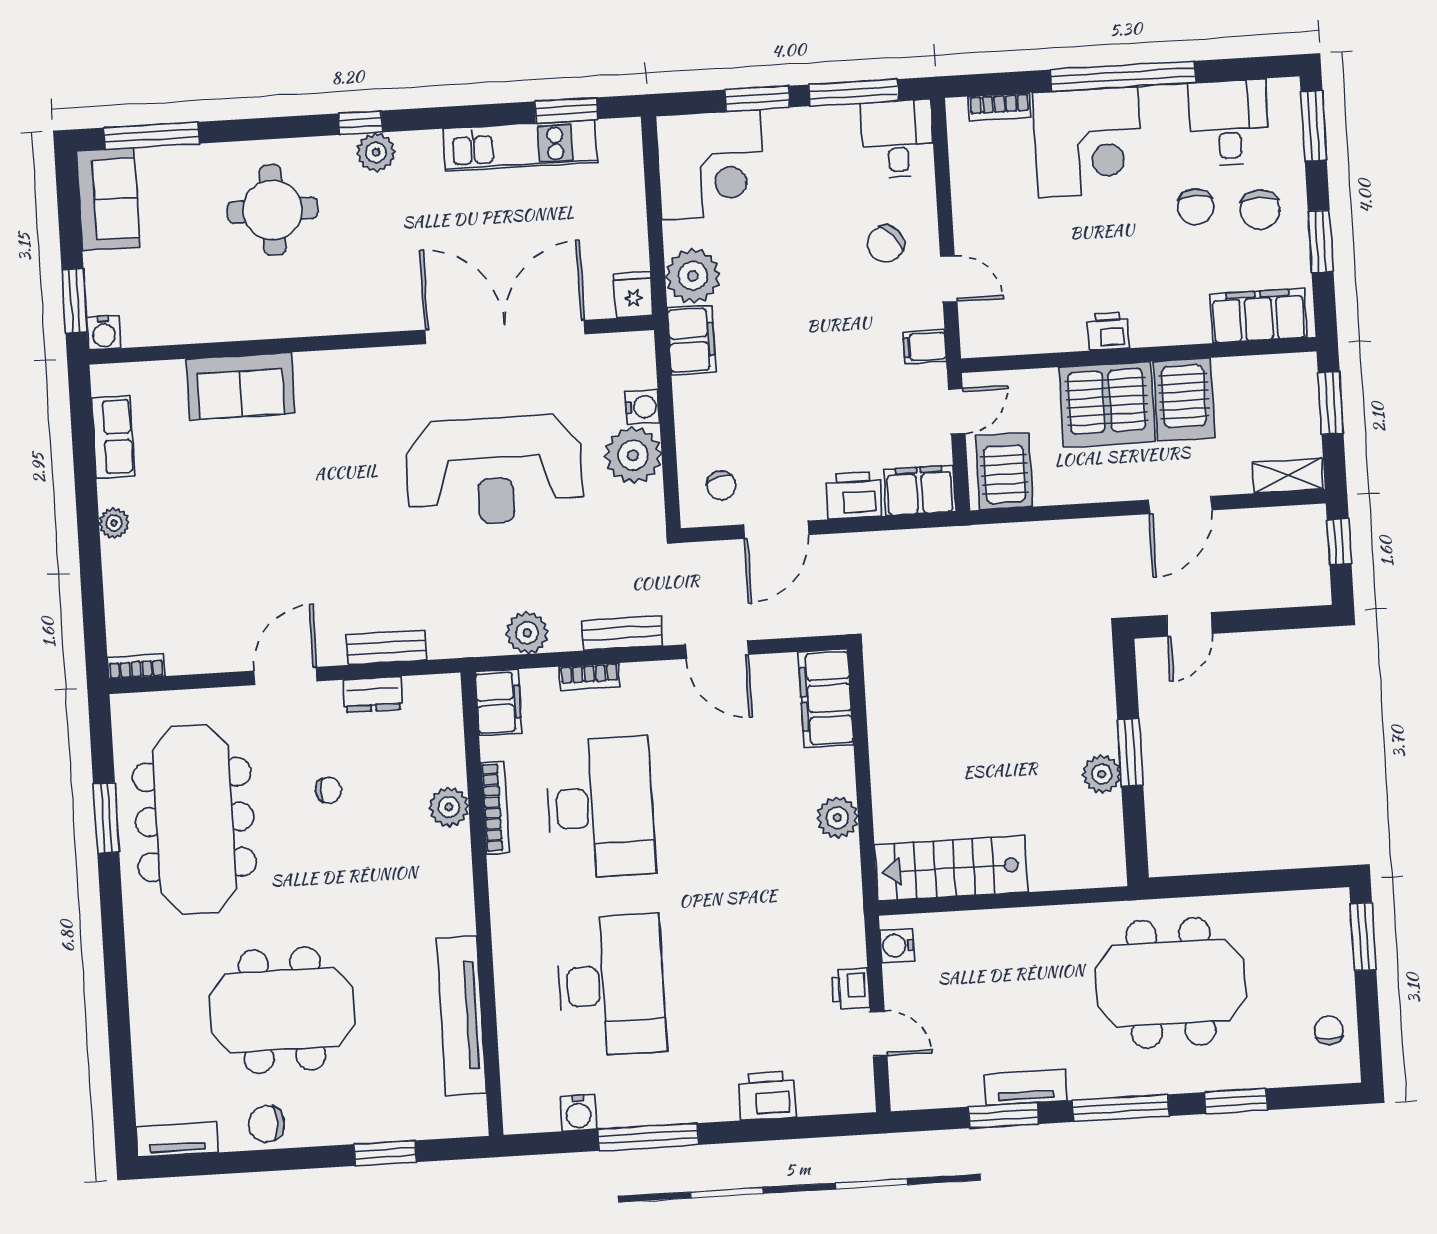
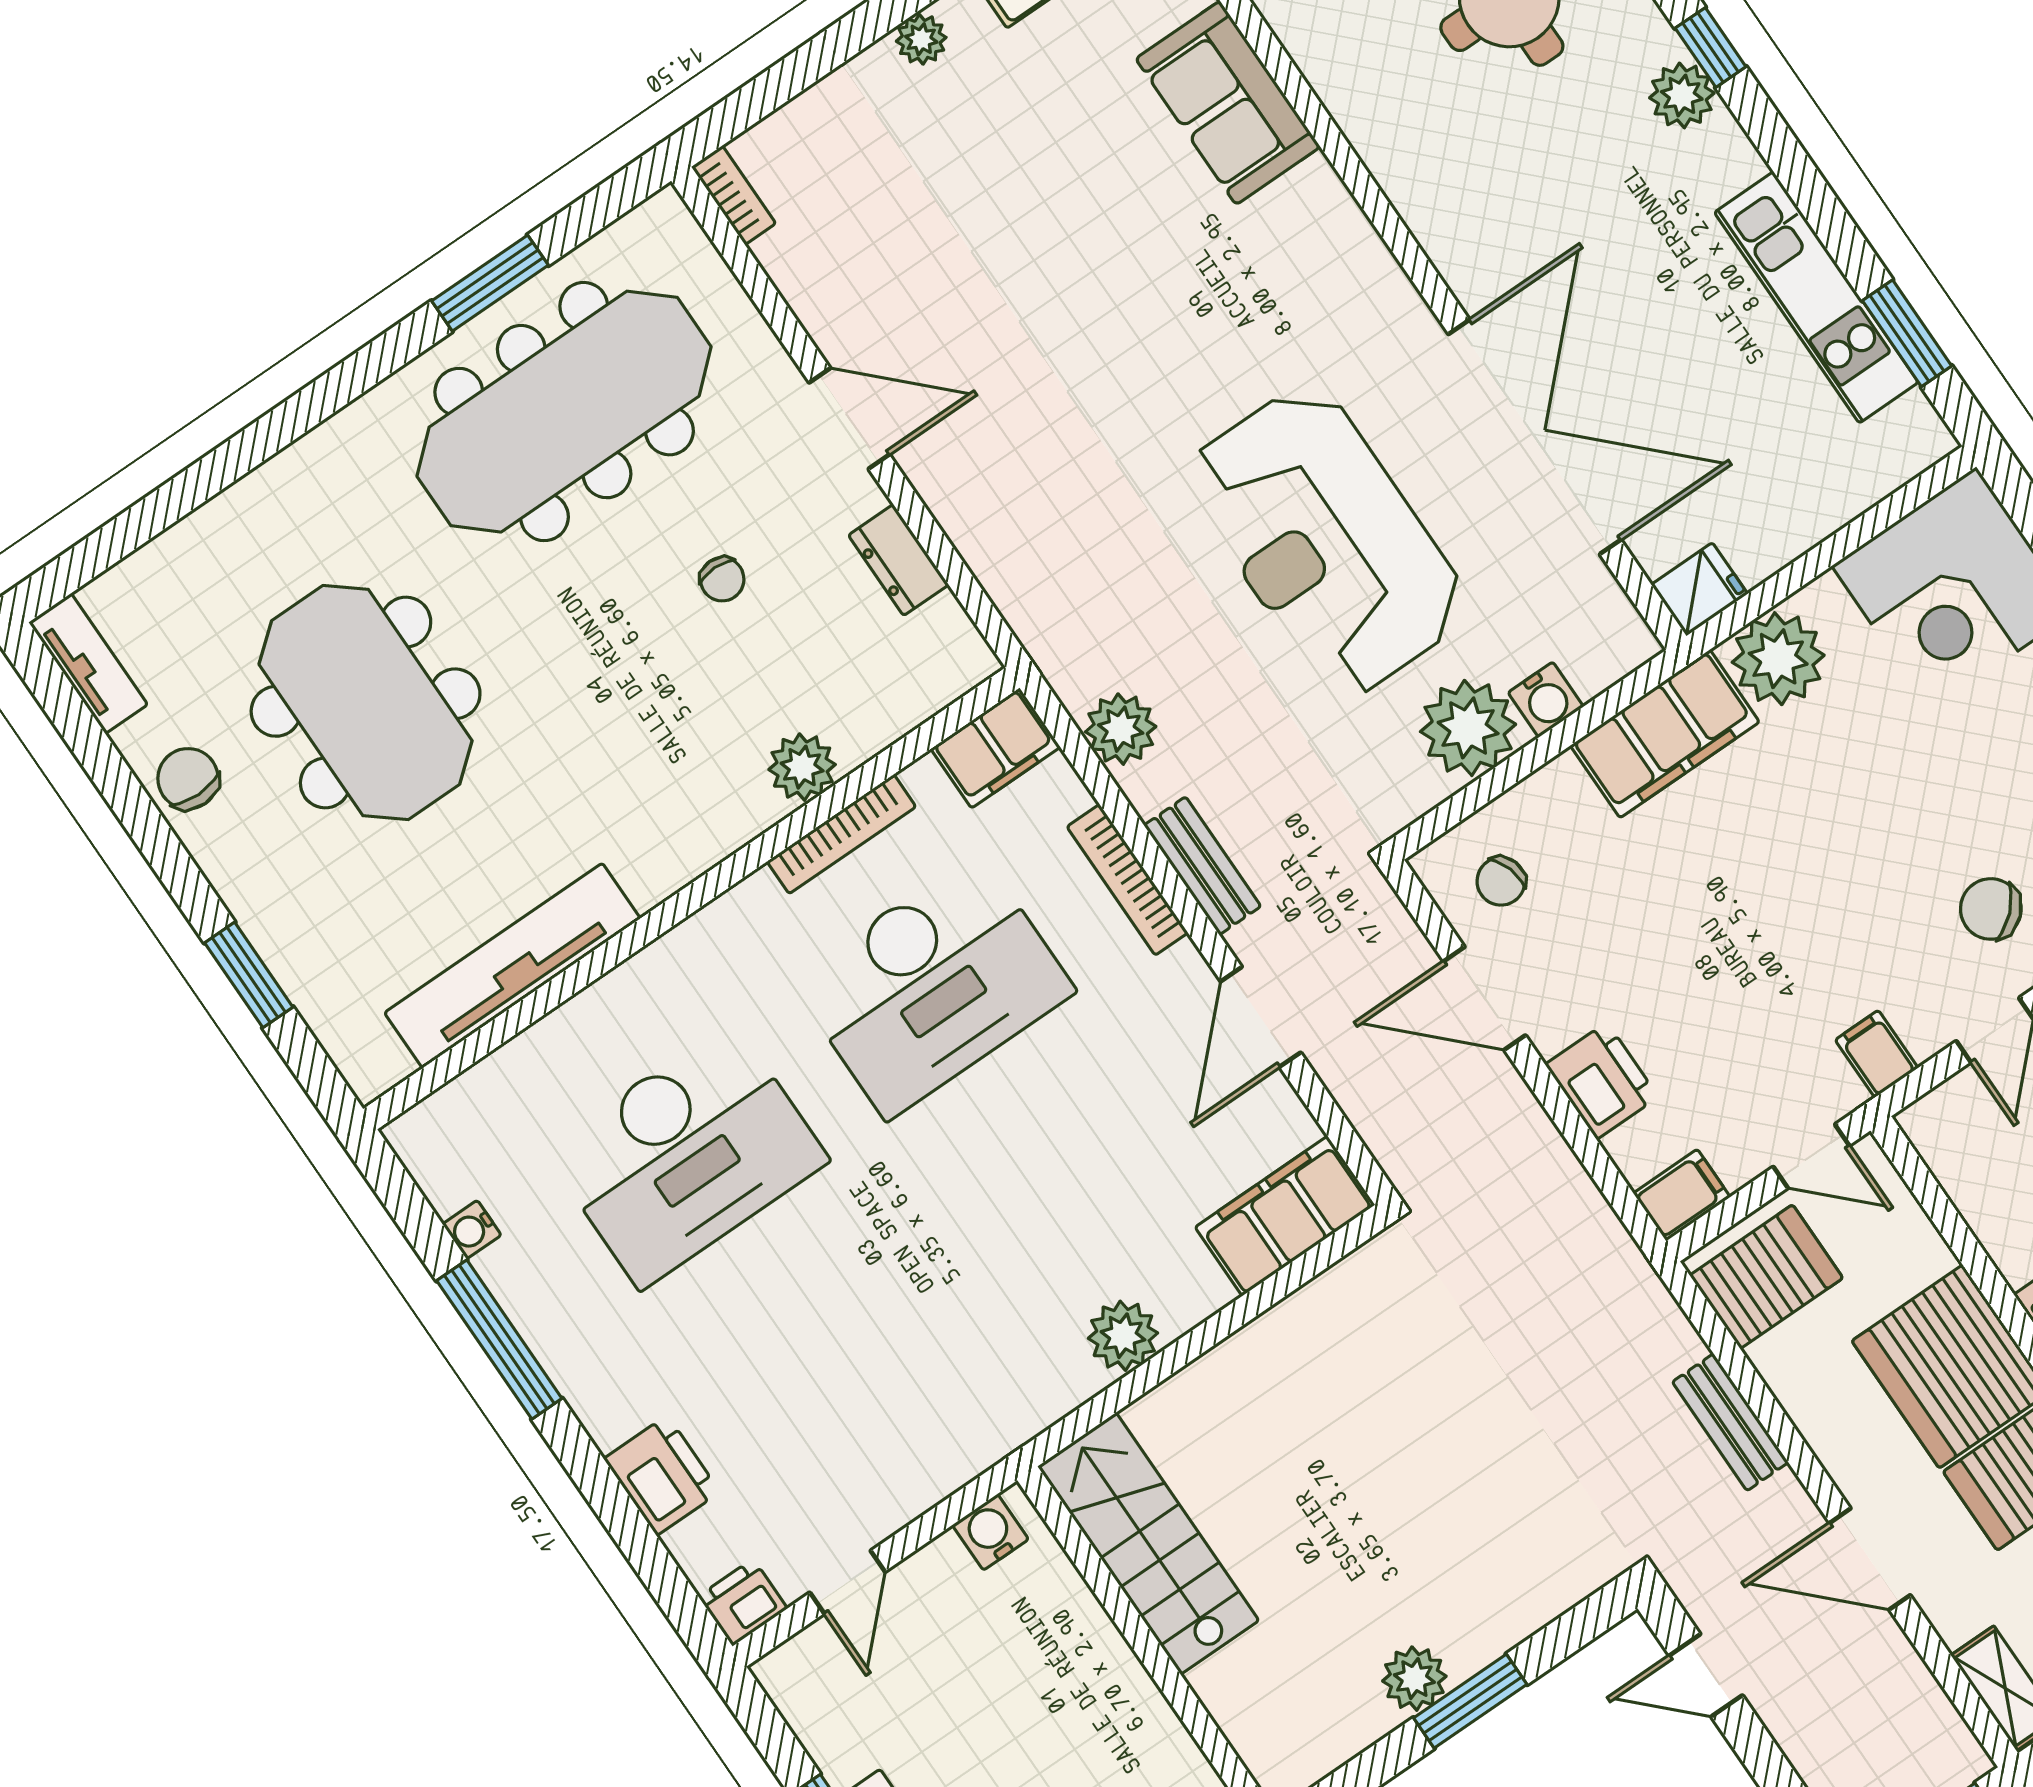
filing cabinet: (692, 340) -> (1665, 734), width x1.50, depth x1.17
filing cabinet: (920, 490) -> (1682, 1195), width x0.50
bench: (386, 647) -> (1730, 1422), moved
bookcase: (589, 677) -> (1127, 880), width x1.56
printer: (850, 989) -> (743, 1602), moved
water cooler: (578, 1113) -> (472, 1230), width x0.72, depth x0.72

